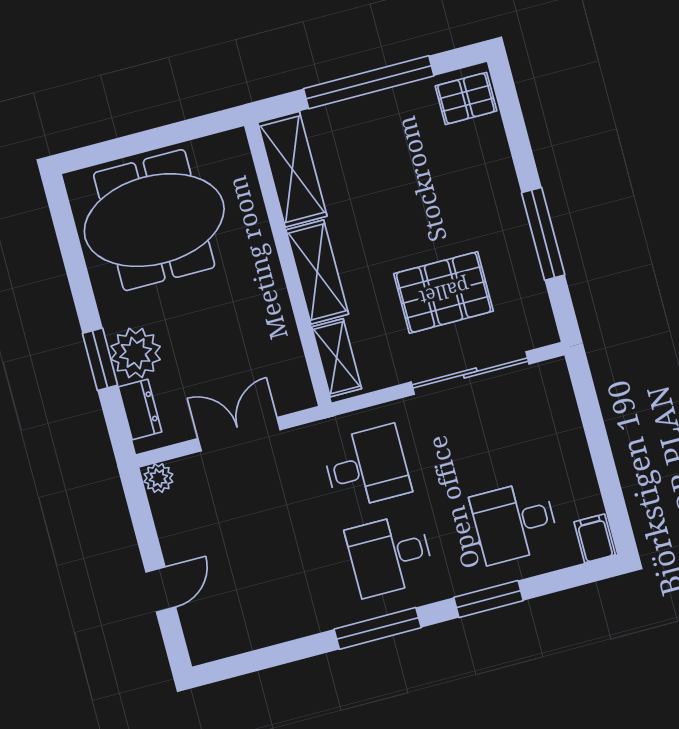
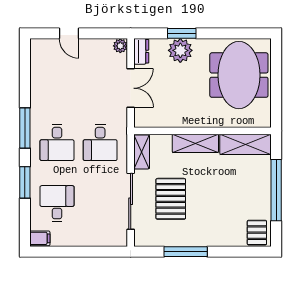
shelving: (337, 358) -> (142, 152), moved, turned 90
dresser: (140, 409) -> (141, 51), moved, turned -90
desk: (390, 555) -> (57, 142), turned 180

